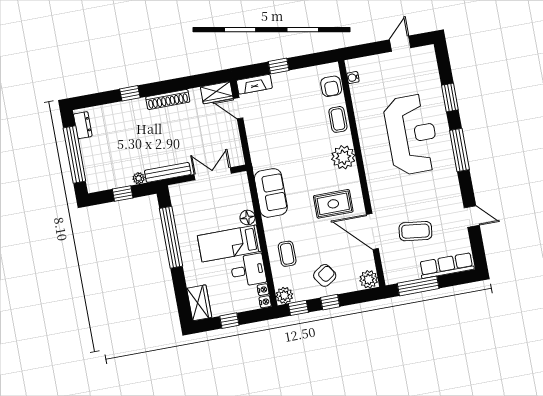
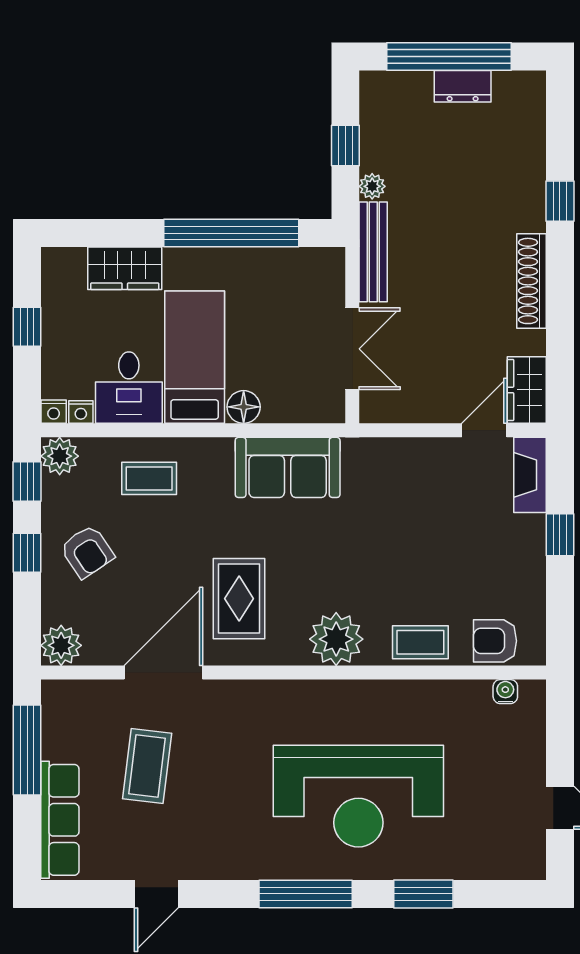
dresser: (83, 125) -> (463, 86), moved
wardrobe: (199, 303) -> (125, 268), moved

